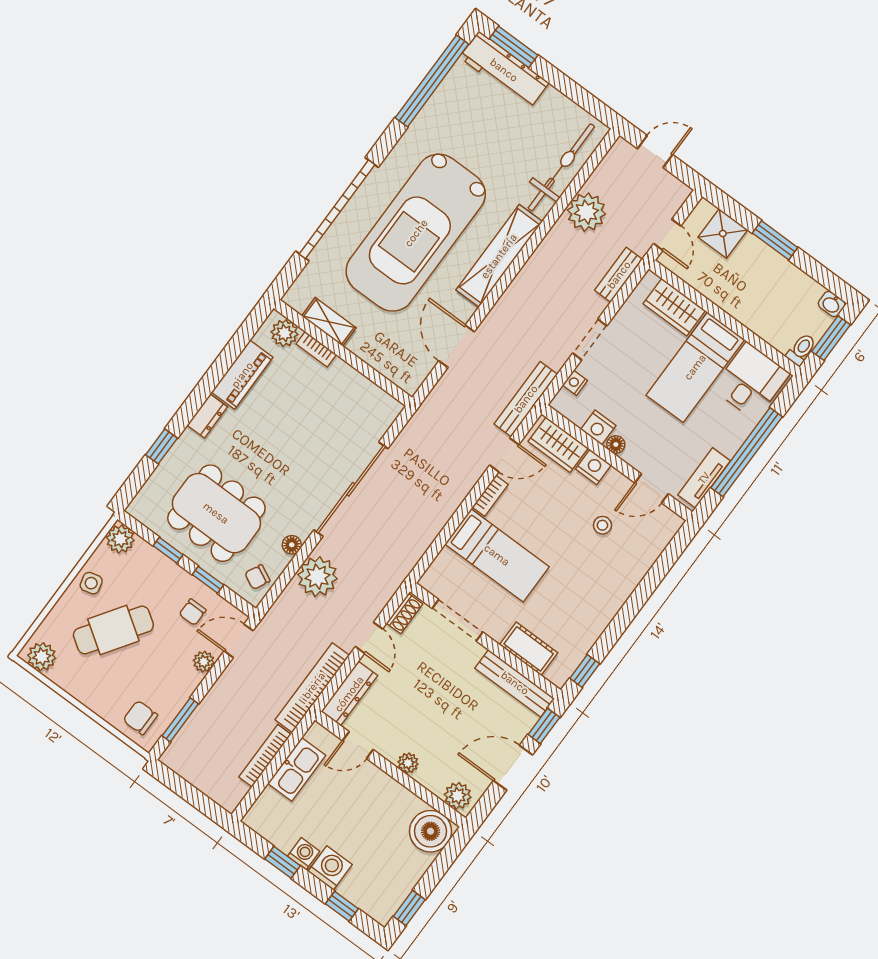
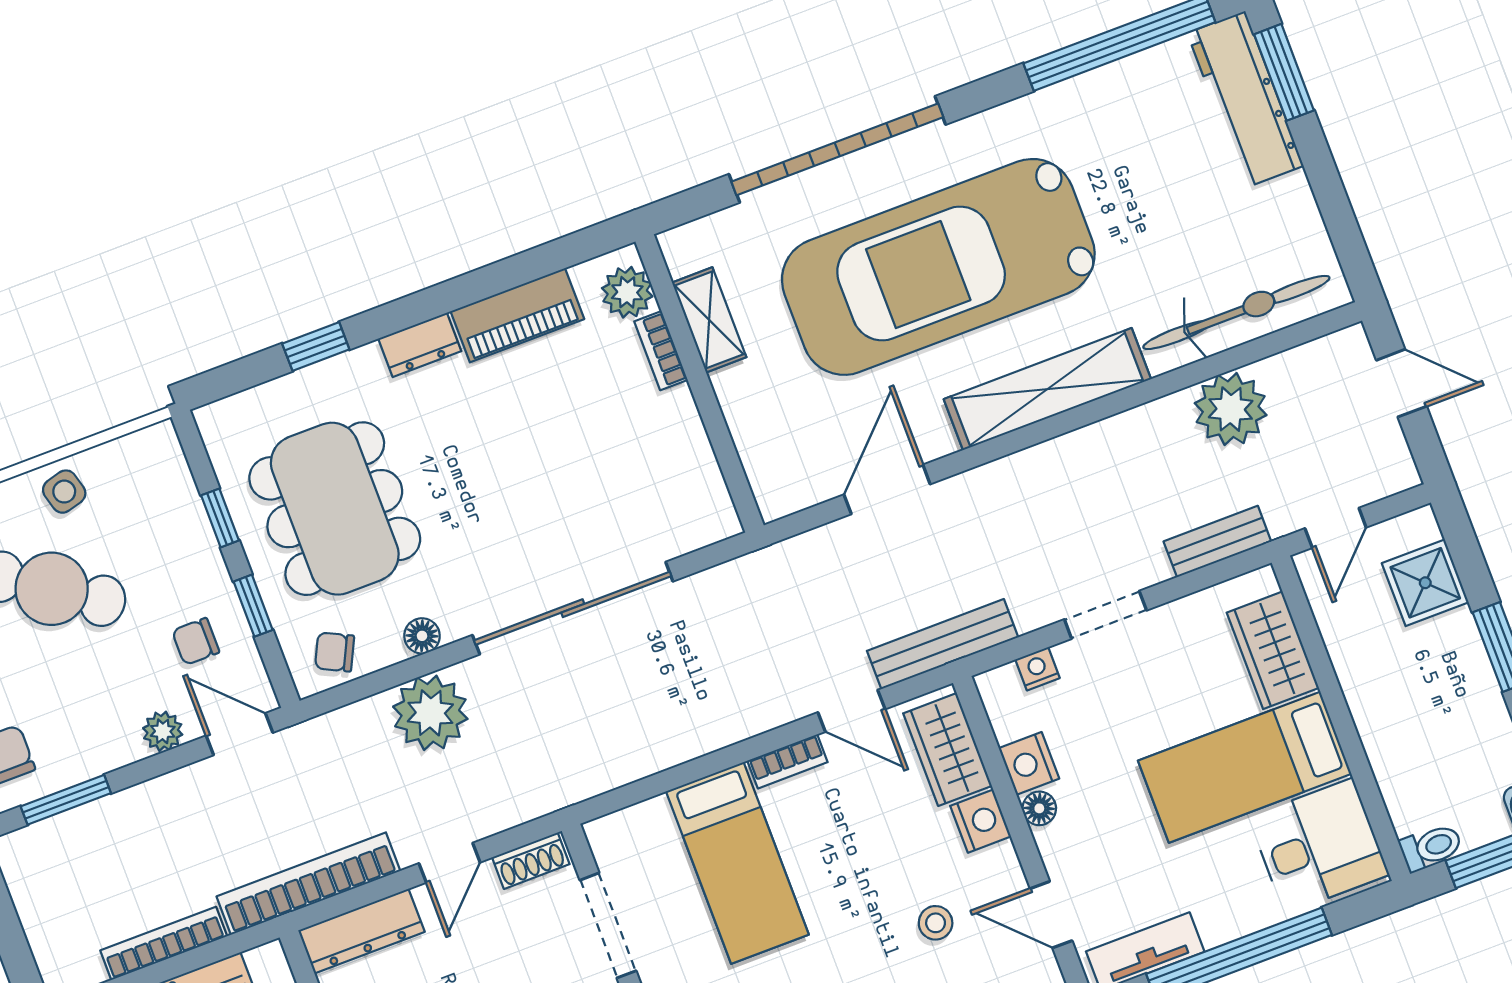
plant: (120, 539) -> (156, 451), removed

